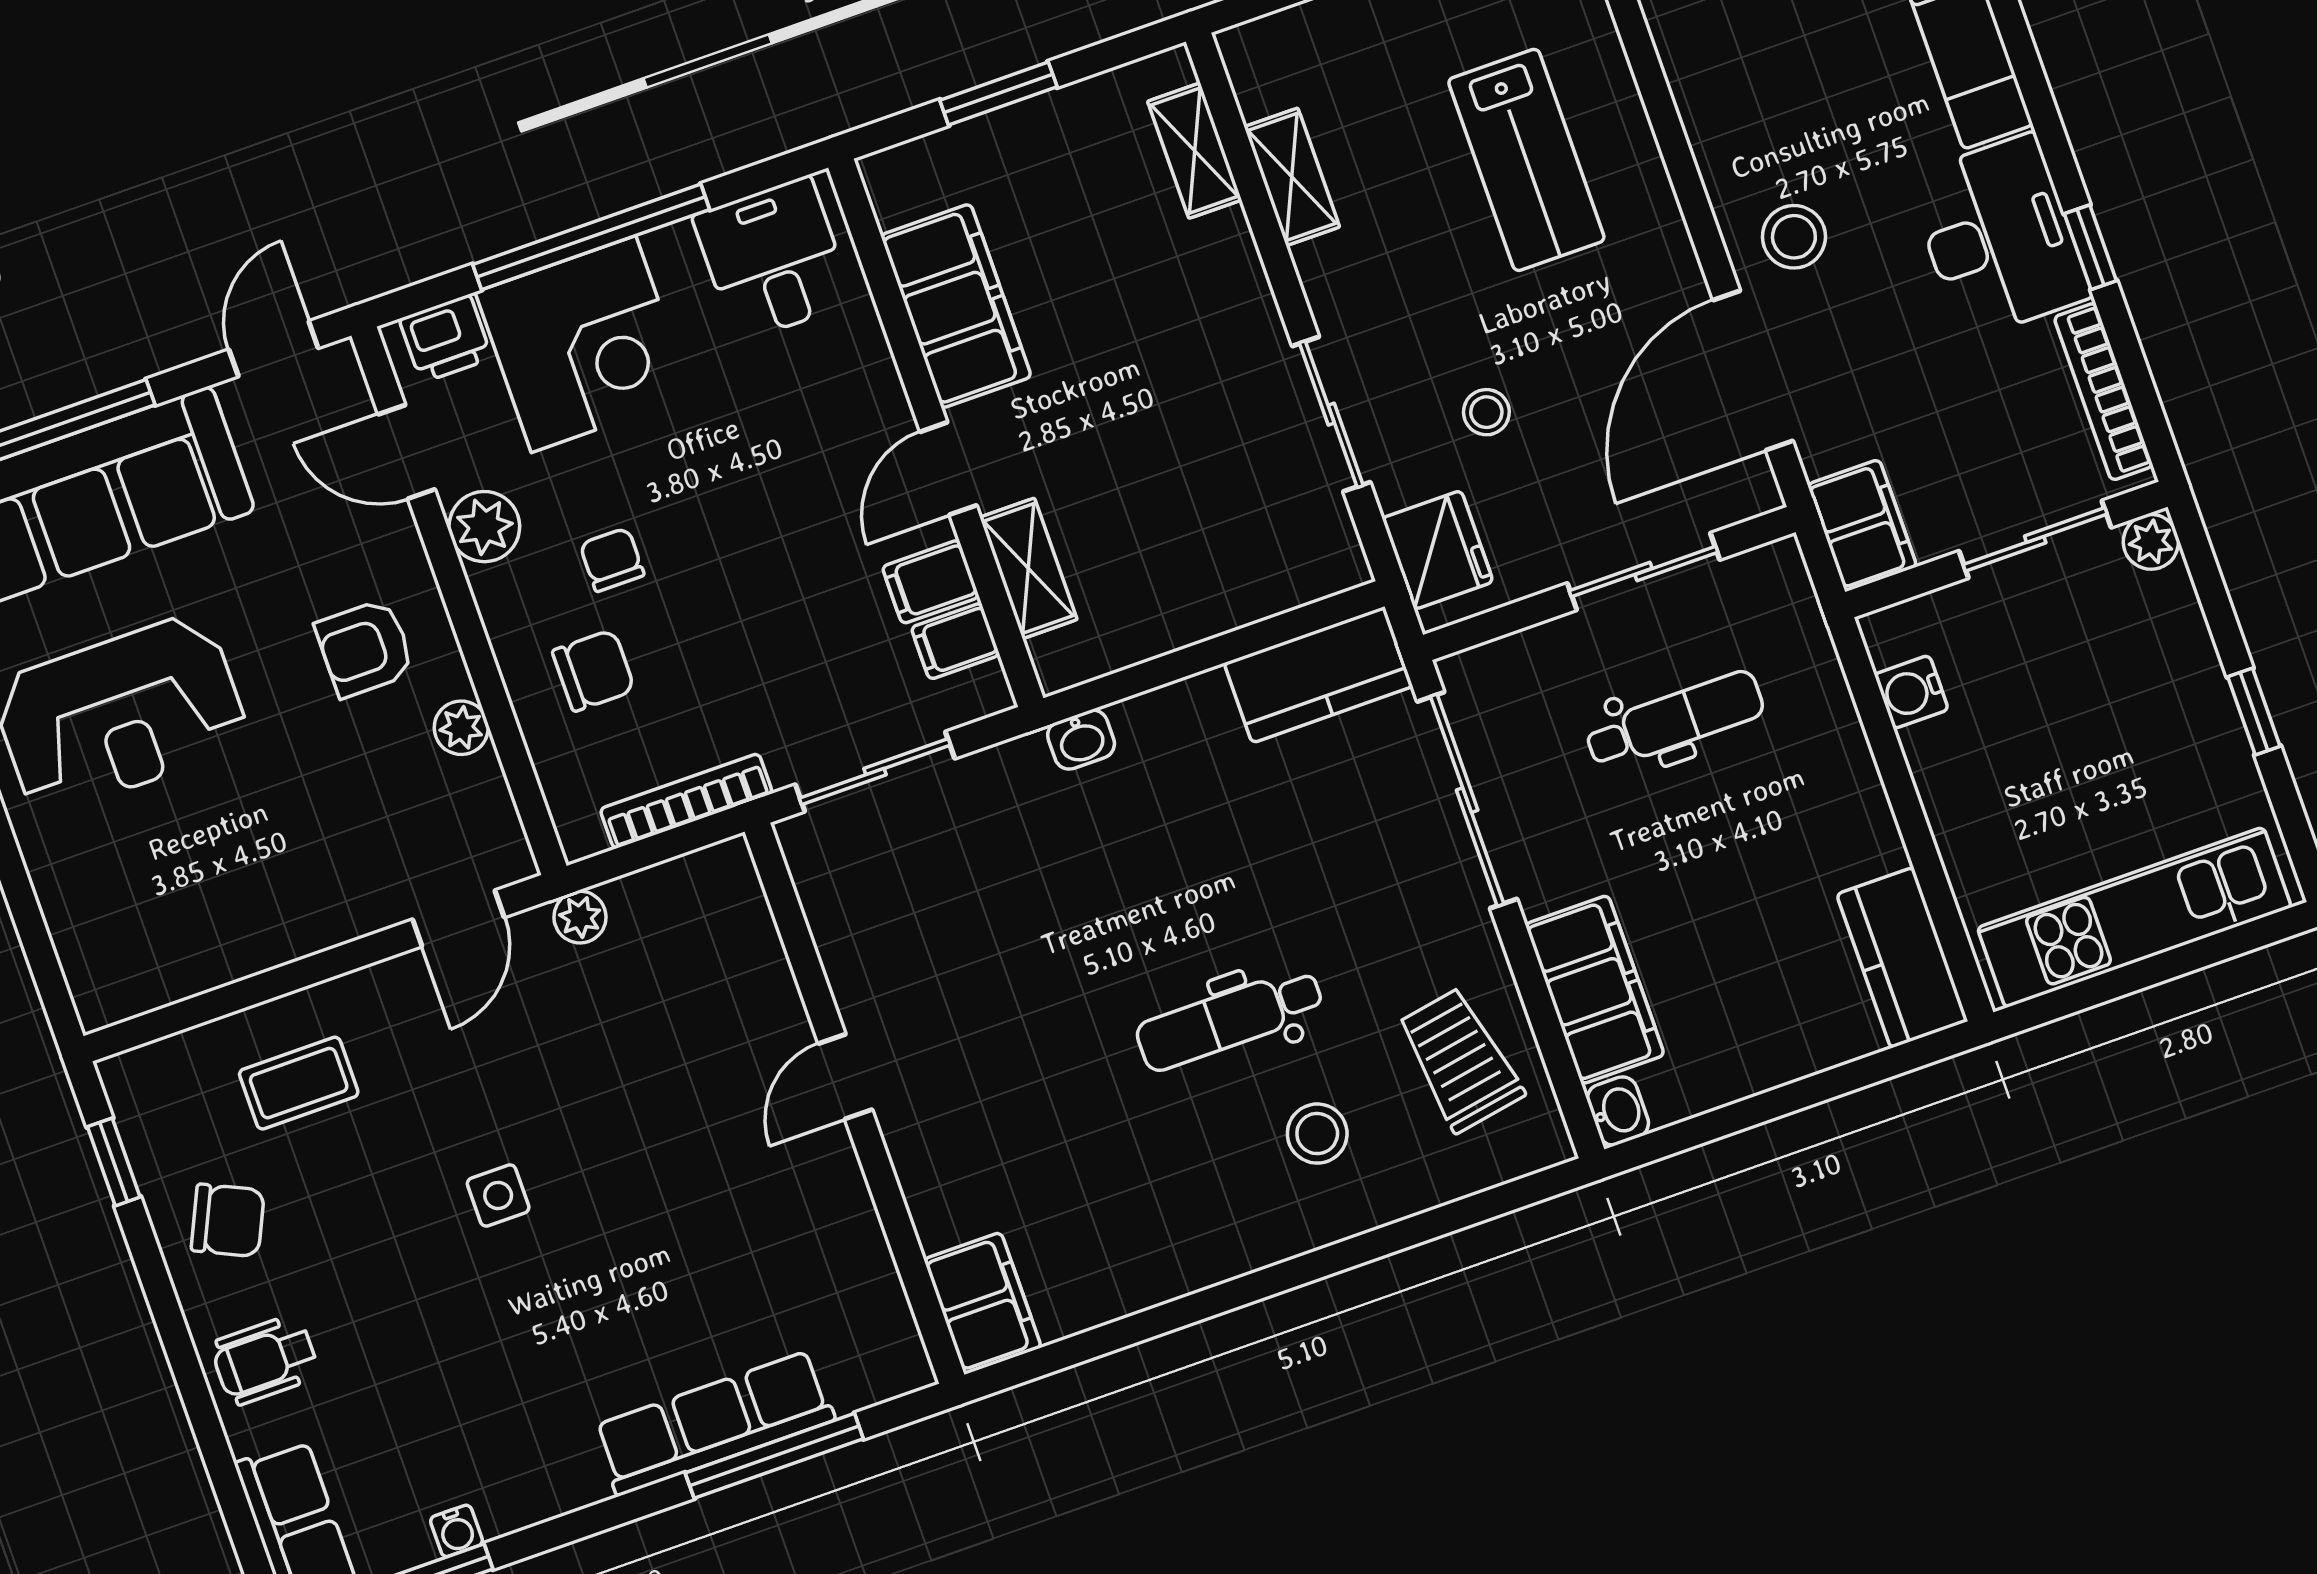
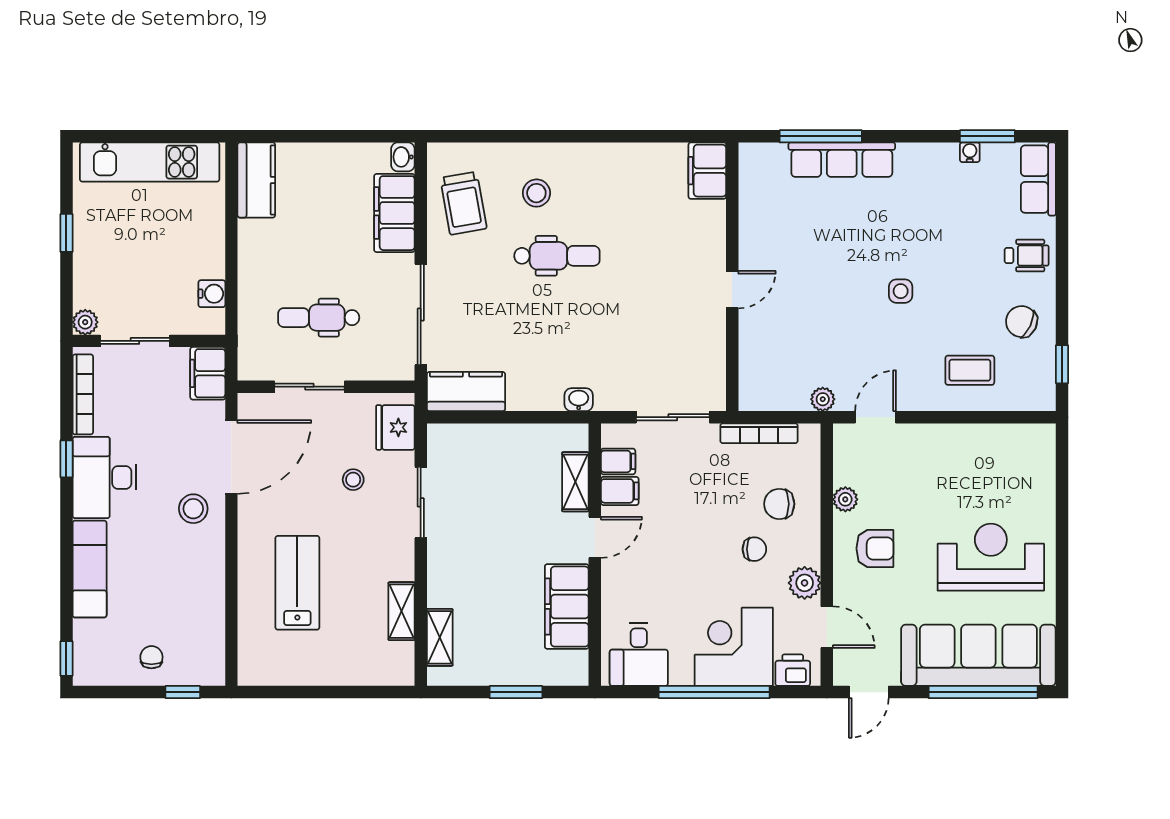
chair: (612, 560) -> (754, 549), turned -90

